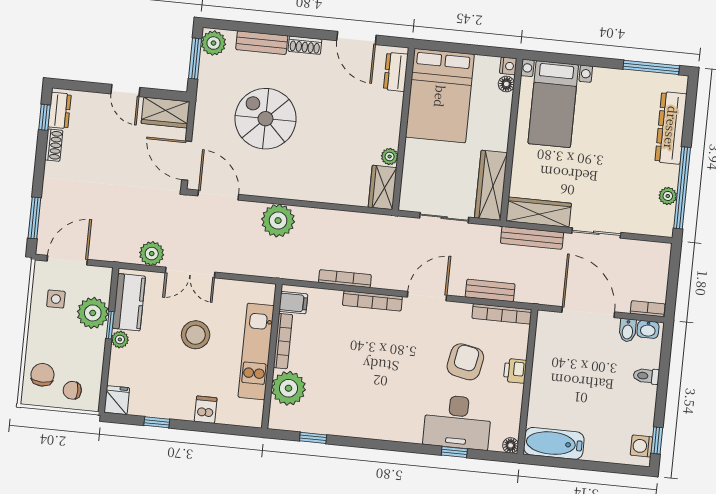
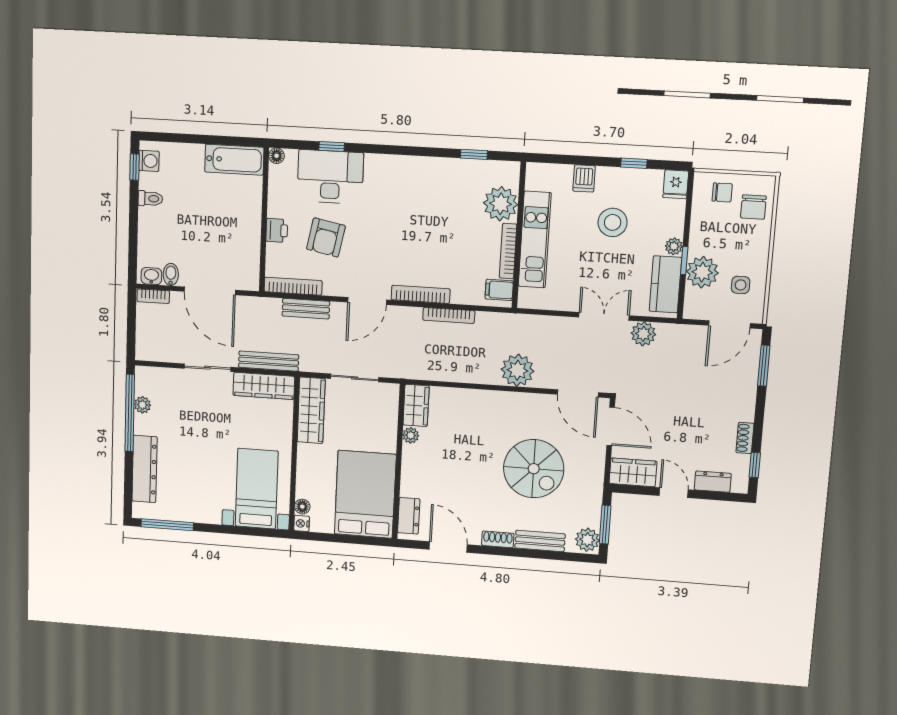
dresser: (60, 110) -> (713, 482), moved, turned 90
stool: (196, 335) -> (613, 222), moved
toilet: (646, 376) -> (150, 199), moved

